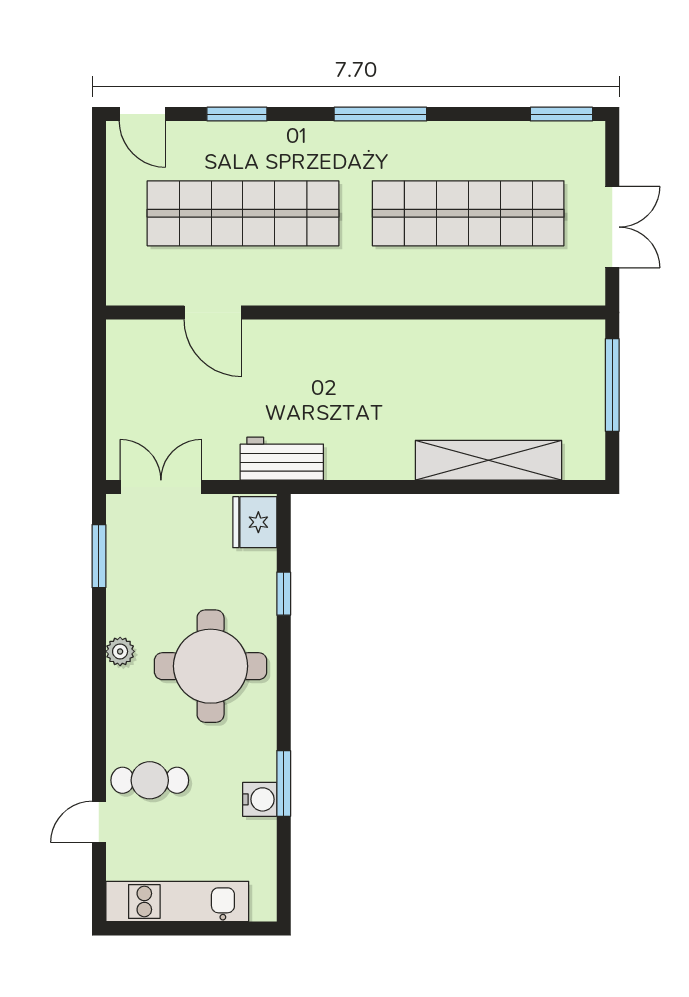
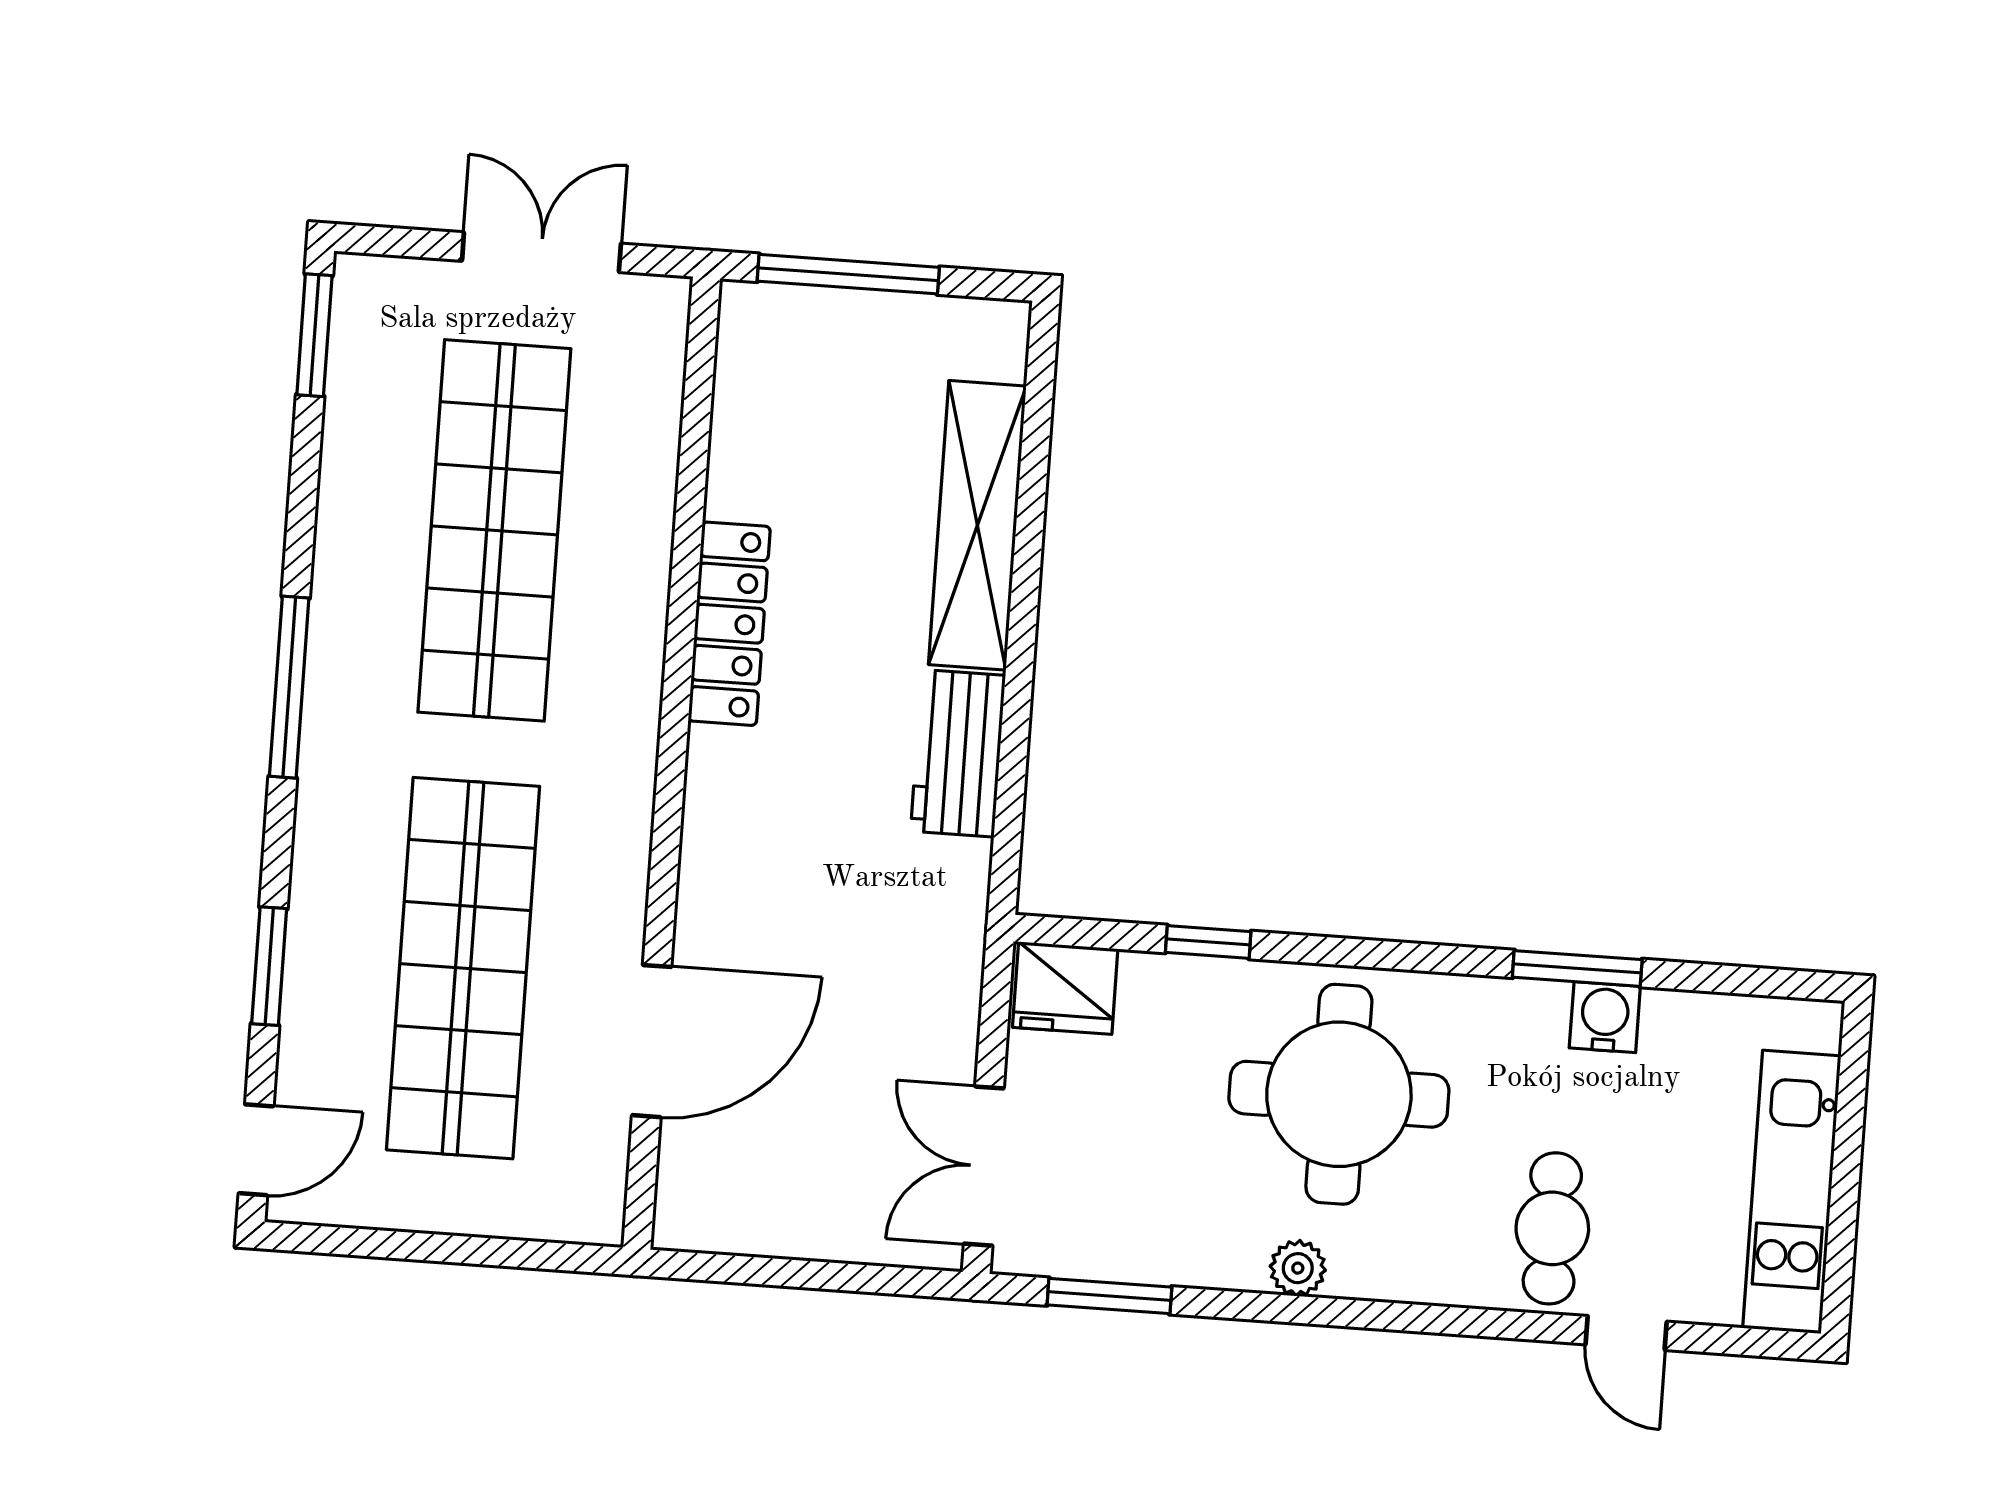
door: (213, 313) -> (652, 1041), width x1.36
locker: (429, 337) -> (729, 624), added
workbench: (282, 459) -> (958, 753), moved

